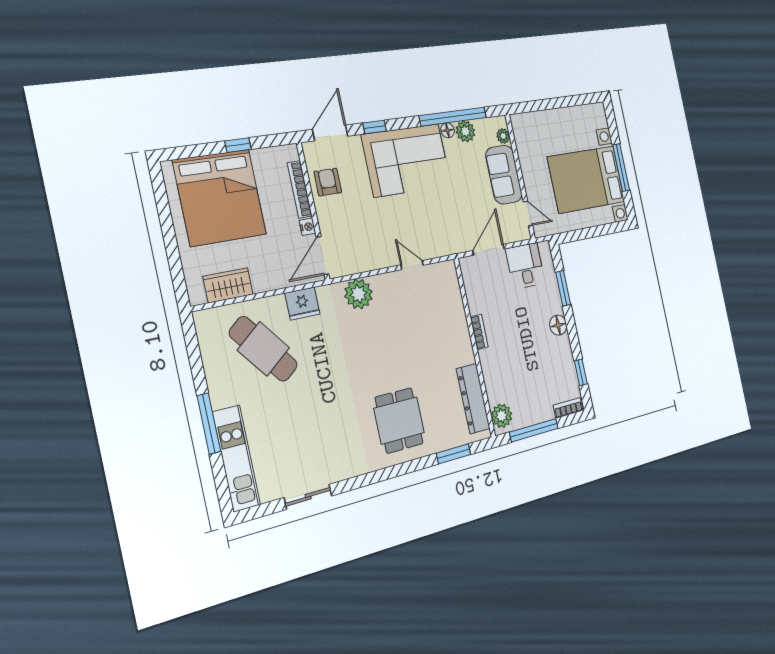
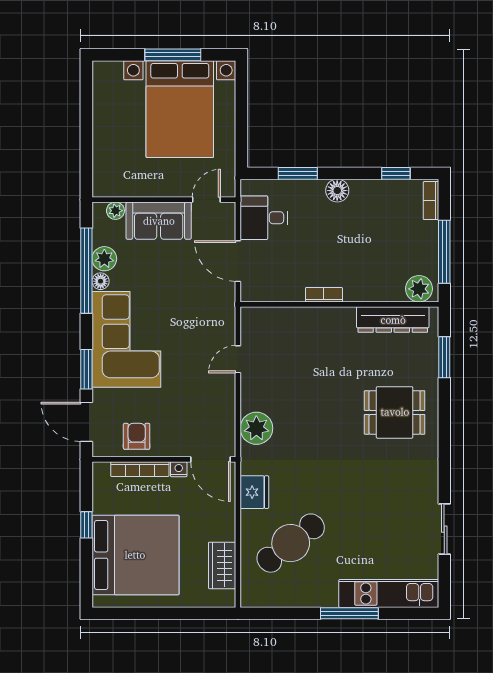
window: (375, 127) -> (86, 369), width x1.50
armchair: (328, 182) -> (137, 436), turned 90

